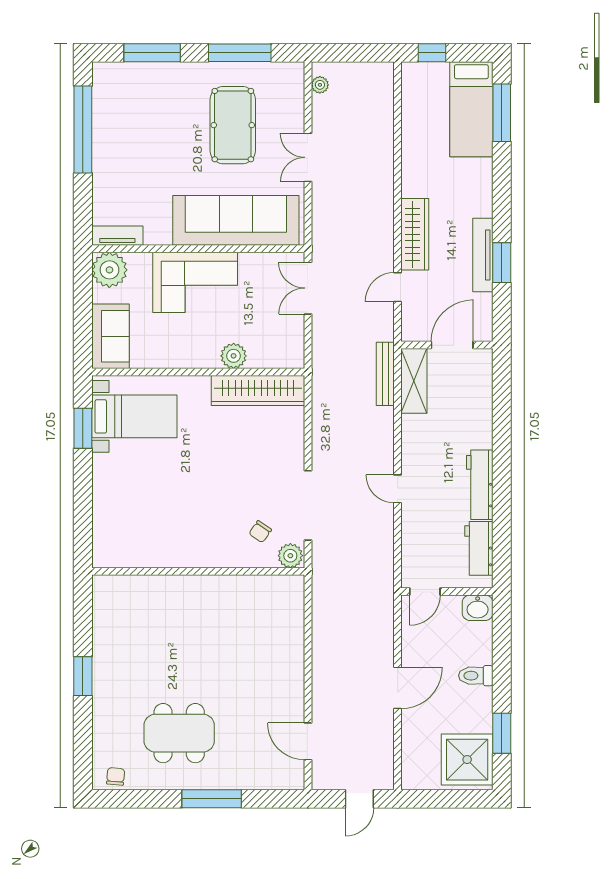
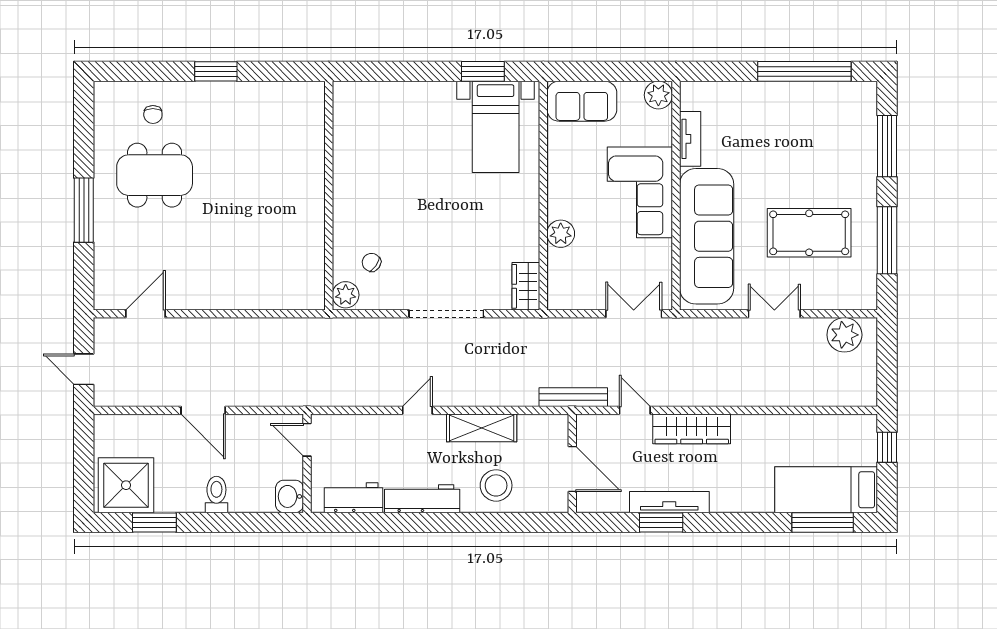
plant: (320, 85) -> (844, 335), width x1.88, depth x1.88
tv unit: (117, 236) -> (690, 139), moved
plant: (109, 270) -> (658, 95), width x0.73, depth x0.73
bench: (385, 374) -> (573, 397), moved
shelving: (414, 381) -> (482, 428), moved
wardrobe: (258, 390) -> (526, 286), width x0.48, depth x0.85
stool: (467, 416) -> (496, 485), added
doorway: (308, 505) -> (446, 314), moved
dining table: (179, 733) -> (155, 175), turned 90
chair: (116, 776) -> (153, 114), moved, turned 85

